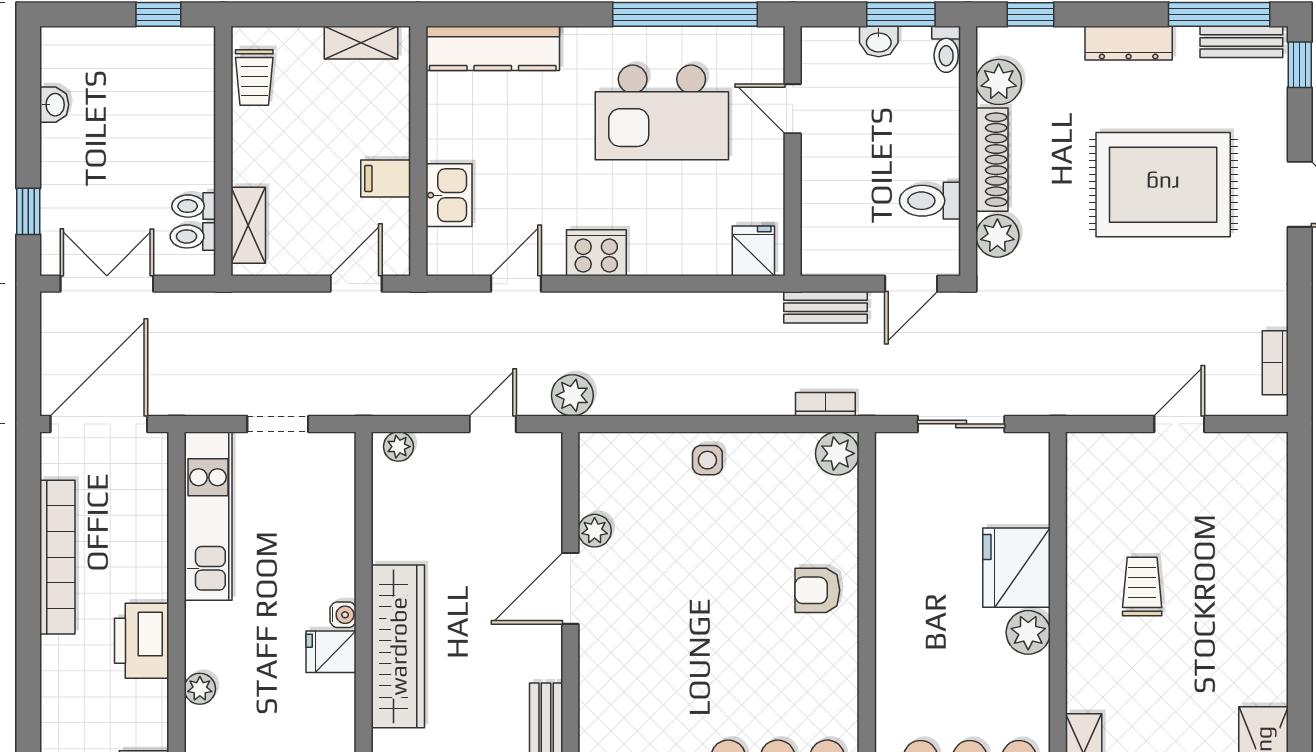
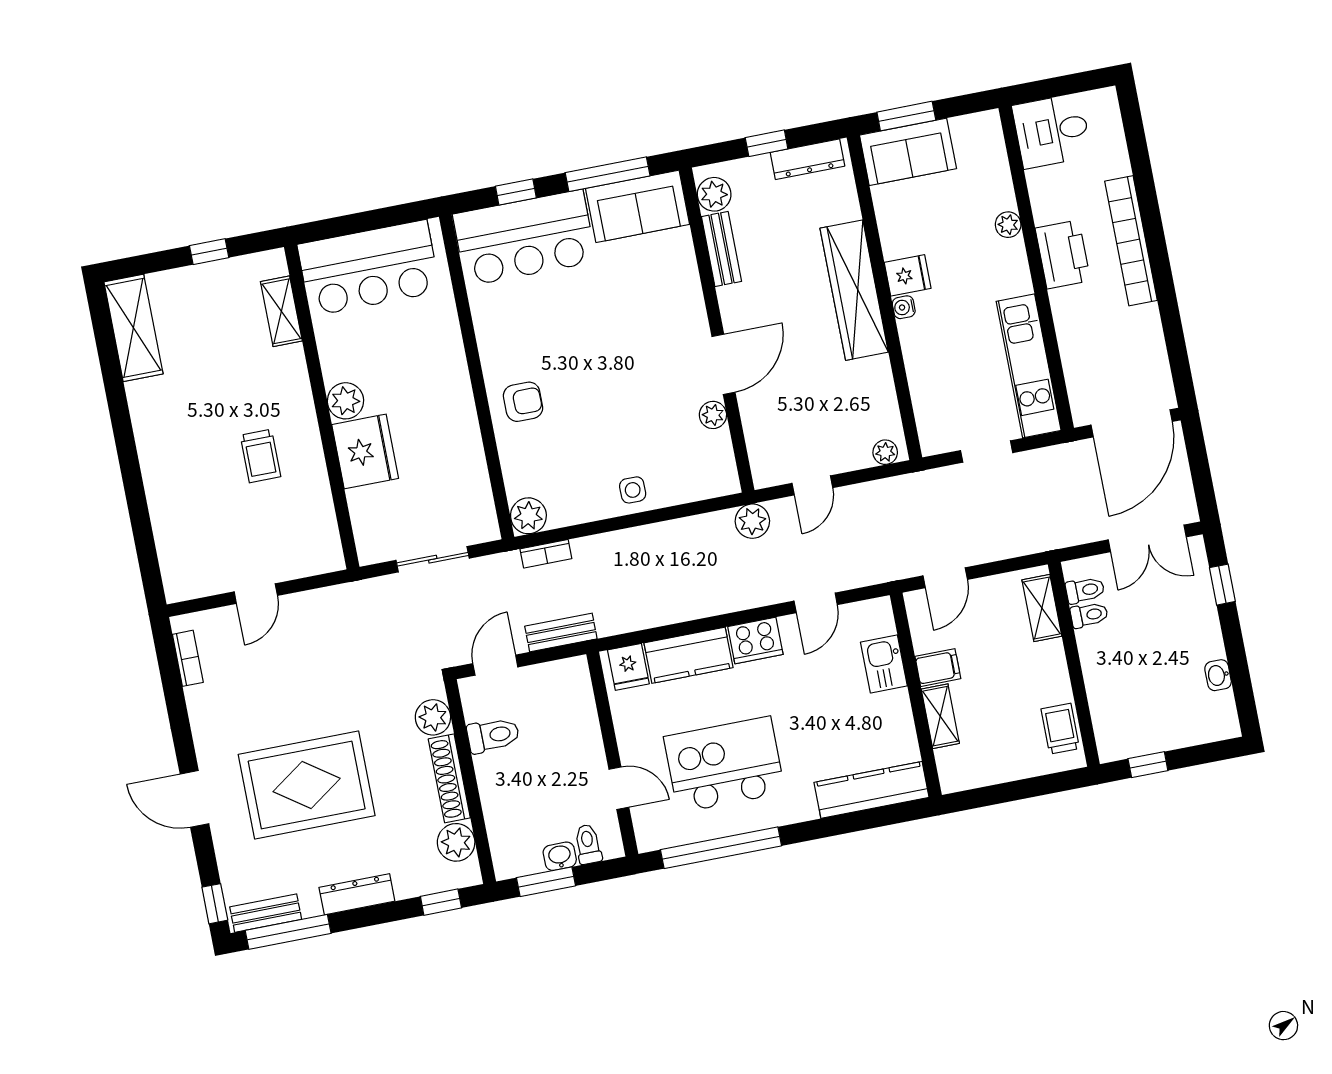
shelving: (361, 43) -> (940, 716), moved, turned 90
toilet: (946, 49) -> (588, 844), moved
kitchen counter: (679, 251) -> (688, 655), added
bookcase: (57, 557) -> (1131, 241), moved

